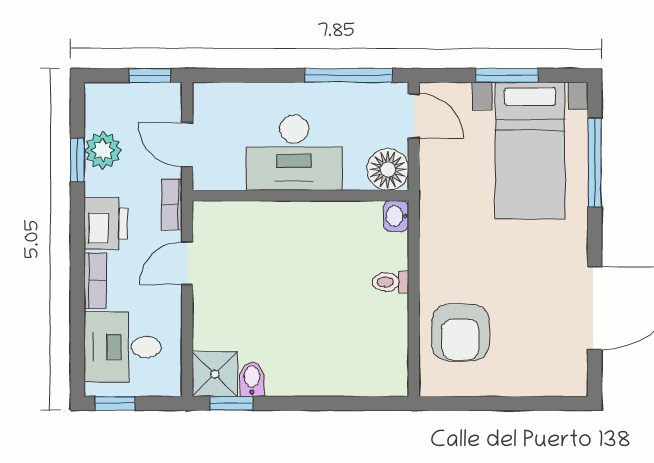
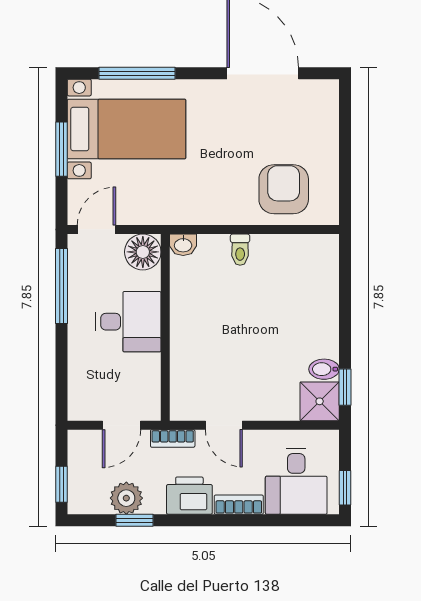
window: (150, 75) -> (62, 484), moved
desk: (294, 153) -> (128, 322), width x0.73
armchair: (460, 332) -> (284, 189), turned -90

